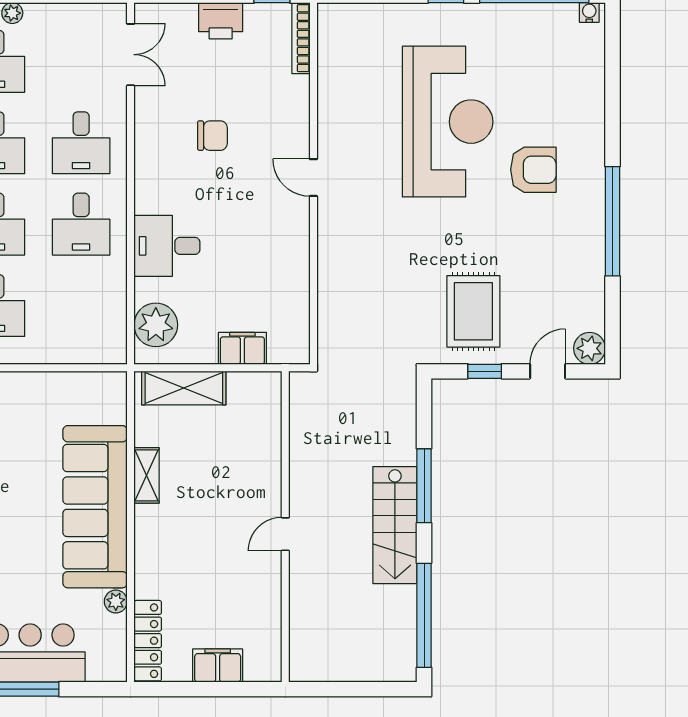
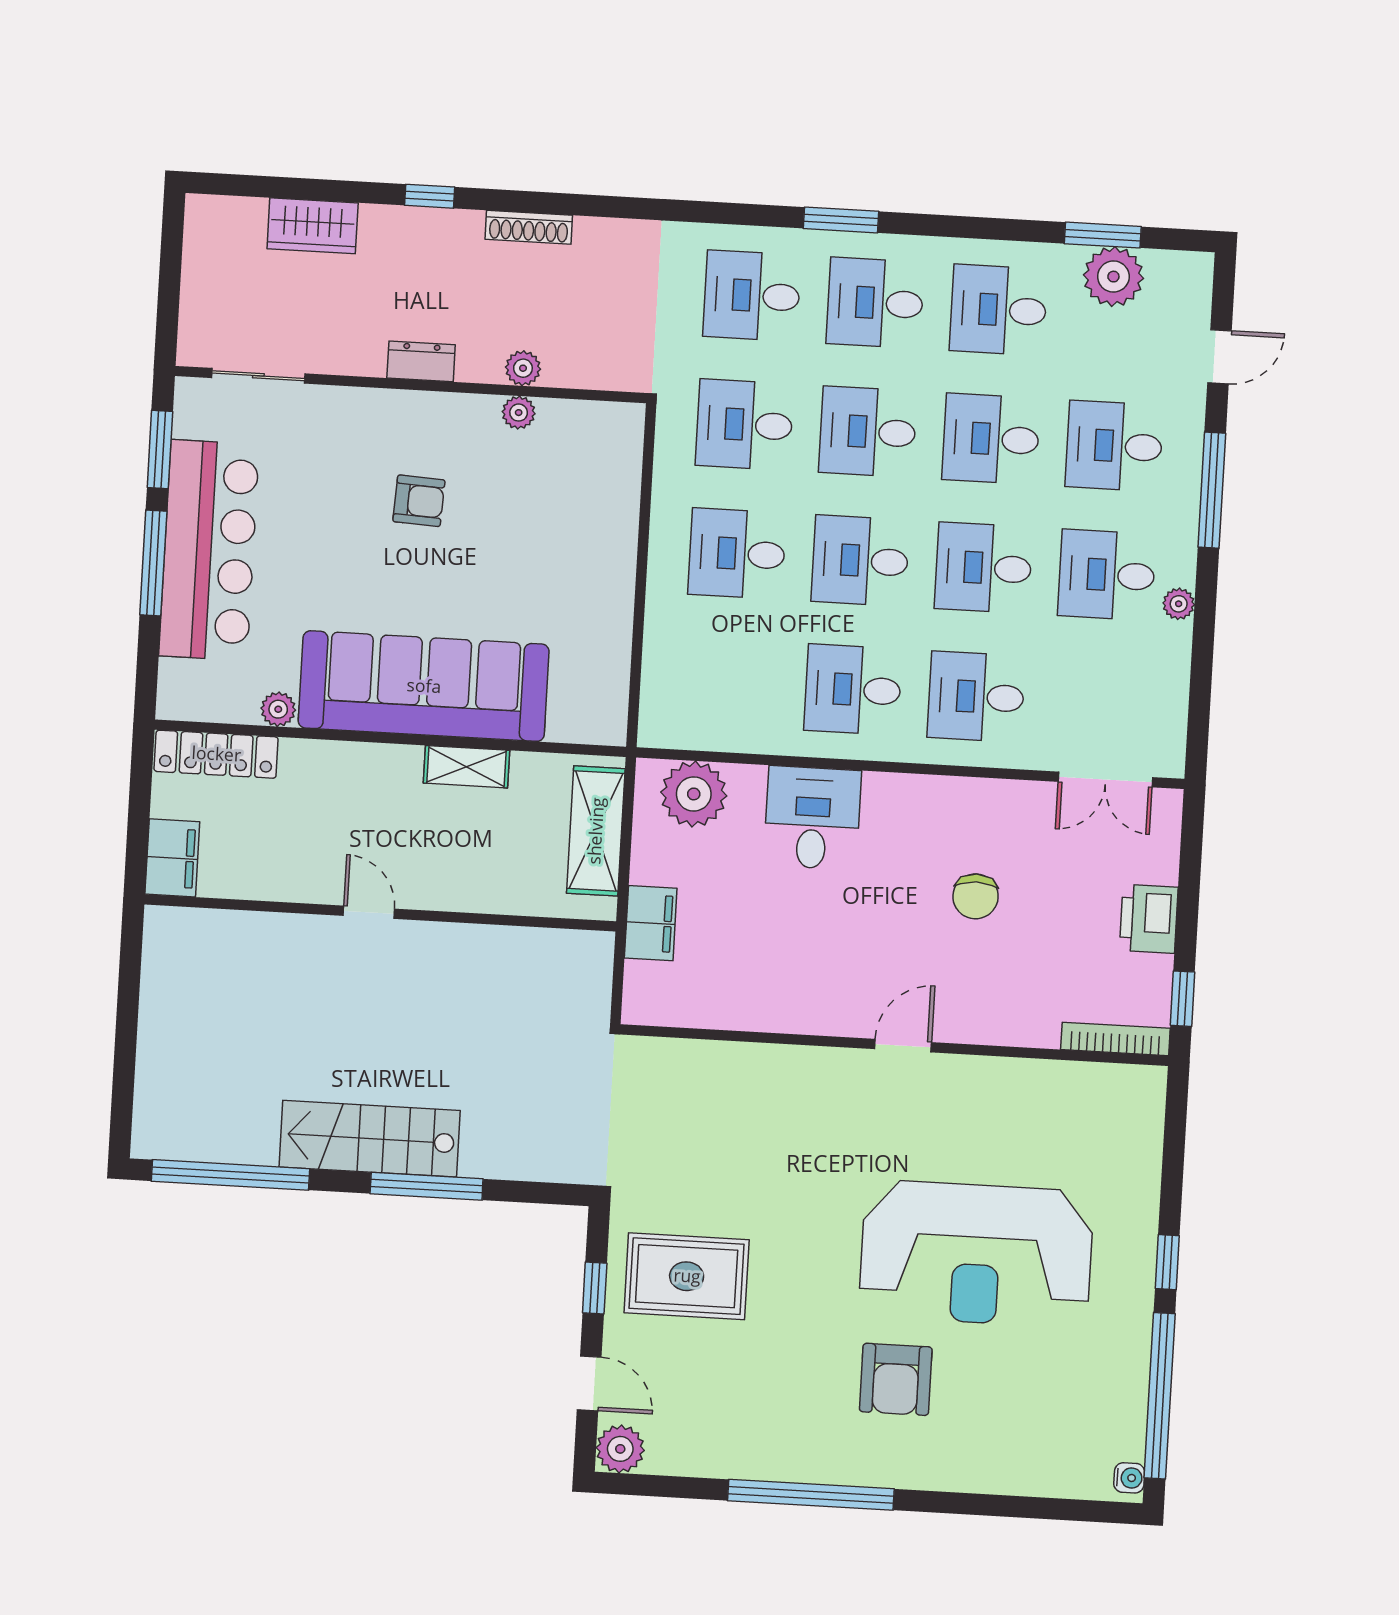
wall: (285, 527) -> (380, 913), moved
door: (285, 534) -> (369, 912), moved

